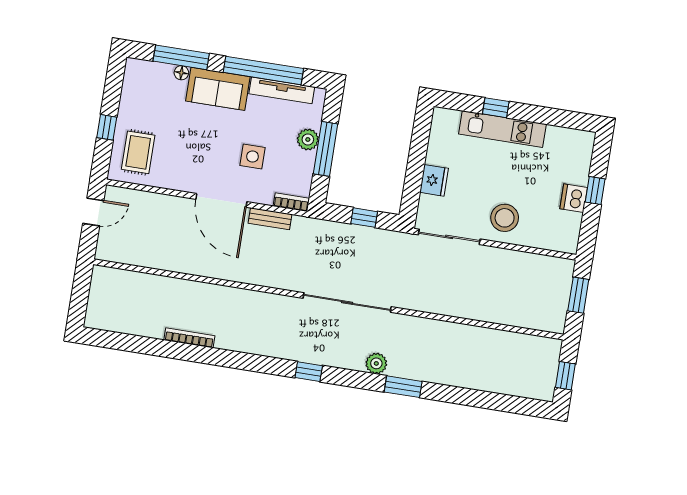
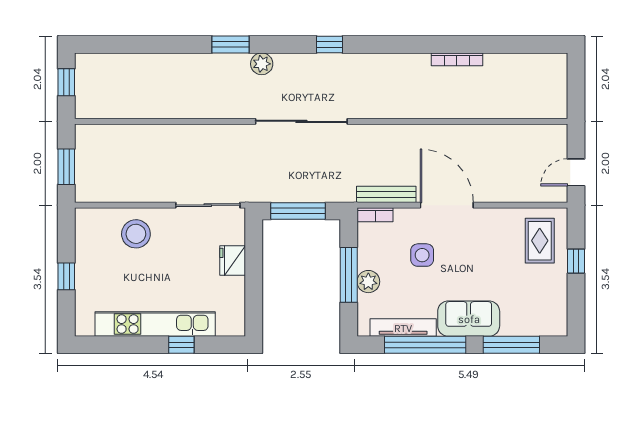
floor lamp: (181, 73) -> (509, 329), removed
kitchen unit: (502, 129) -> (155, 324), width x1.36
dishwasher: (574, 198) -> (87, 265), removed
window: (364, 218) -> (298, 211), width x2.17
stool: (505, 218) -> (136, 234), moved
bench: (270, 219) -> (386, 194), width x1.36

